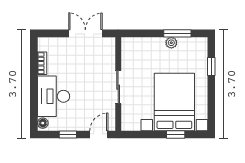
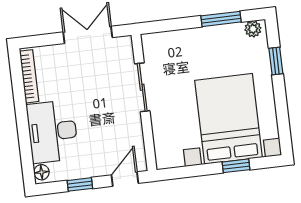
plant: (171, 43) -> (253, 29), moved
bookcase: (42, 63) -> (29, 76), width x1.56
sliding door: (118, 87) -> (142, 87), moved

